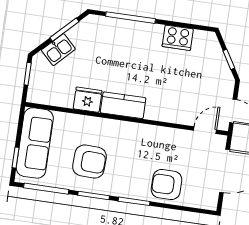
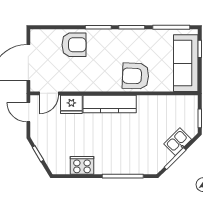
fridge: (88, 100) -> (71, 104), moved
kitchen counter: (123, 105) -> (110, 104), width x1.50
armchair: (89, 162) -> (136, 76), moved

